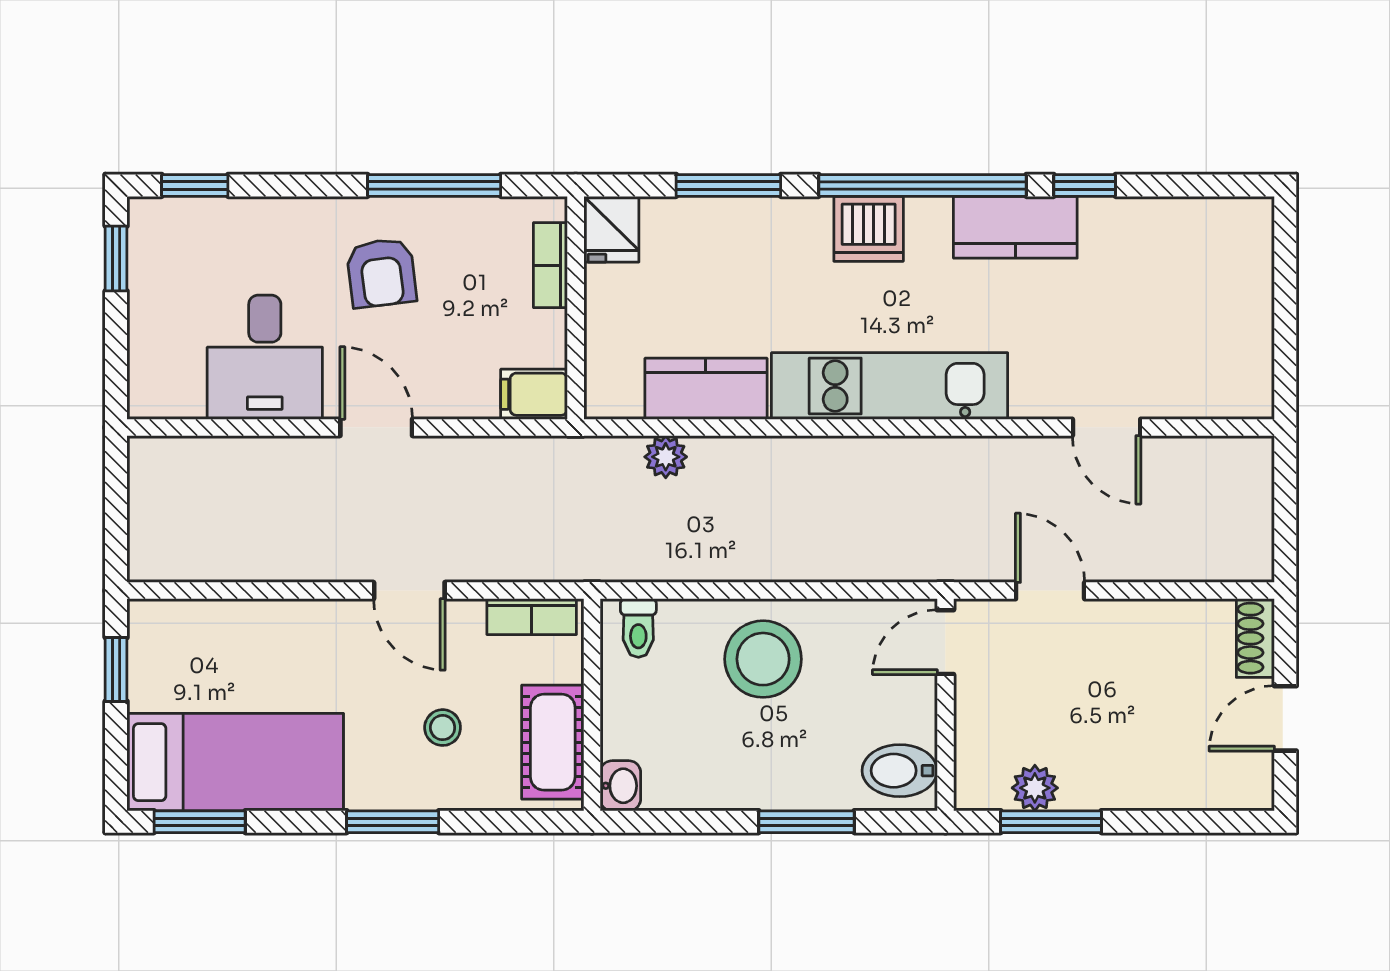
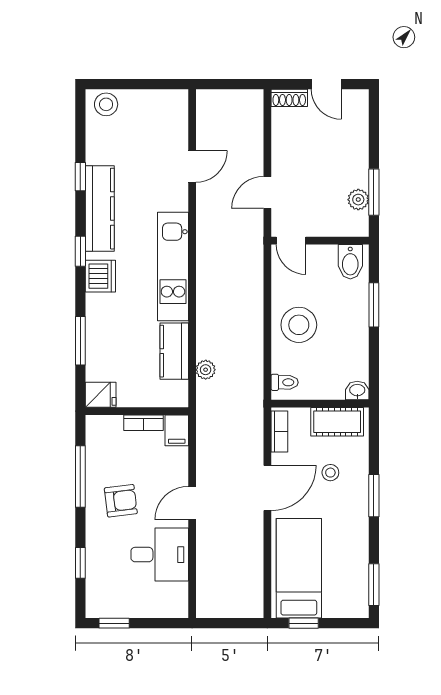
window: (195, 185) -> (80, 563), moved
window: (923, 185) -> (80, 251), width x0.32
kitchen counter: (1015, 227) -> (100, 209), width x1.50
stool: (1241, 241) -> (106, 104), added
bookcase: (550, 265) -> (144, 423), moved
door: (409, 591) -> (267, 488), width x1.38
bed: (235, 762) -> (299, 568), moved

